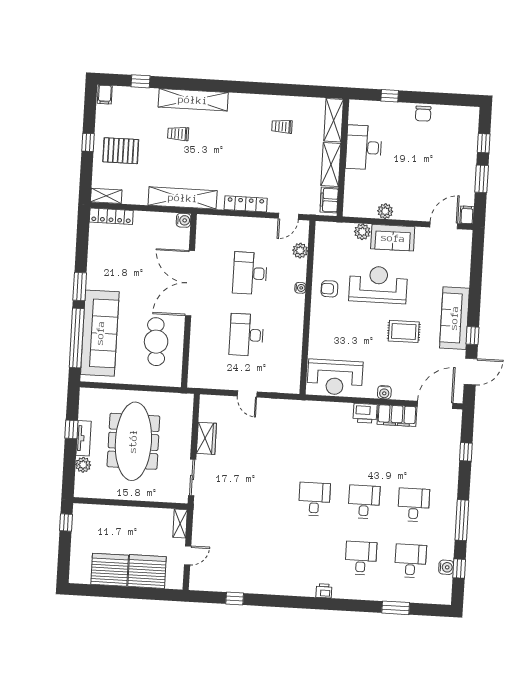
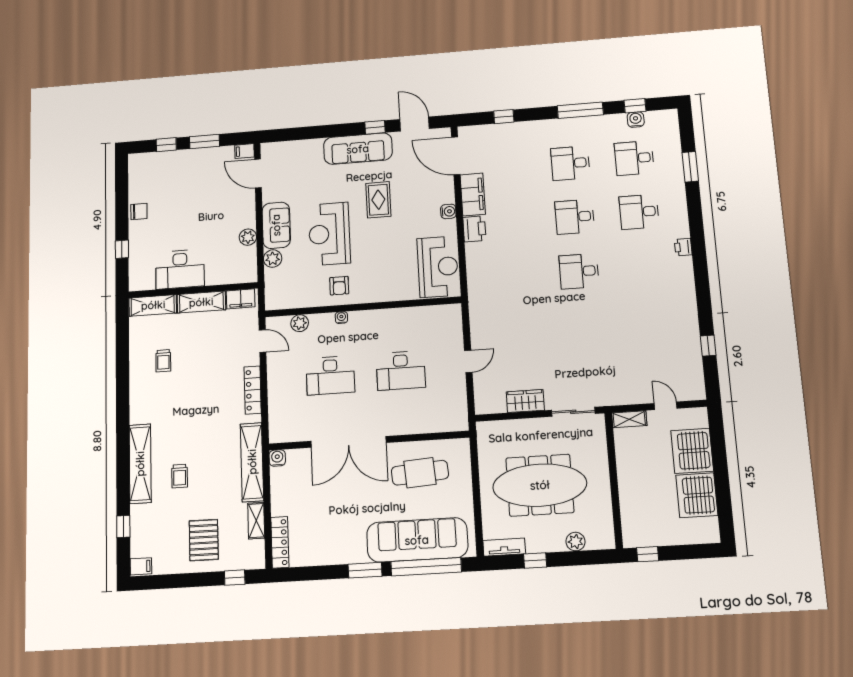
window: (88, 142) -> (235, 578), moved
shelving: (106, 196) -> (256, 521), moved
tv unit: (84, 438) -> (504, 547), moved

